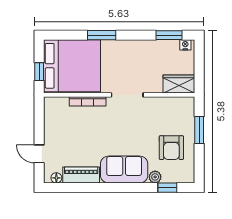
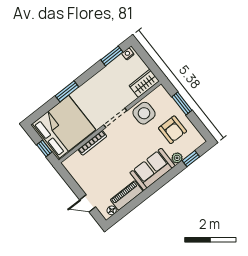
side table: (157, 112) -> (144, 113), added

